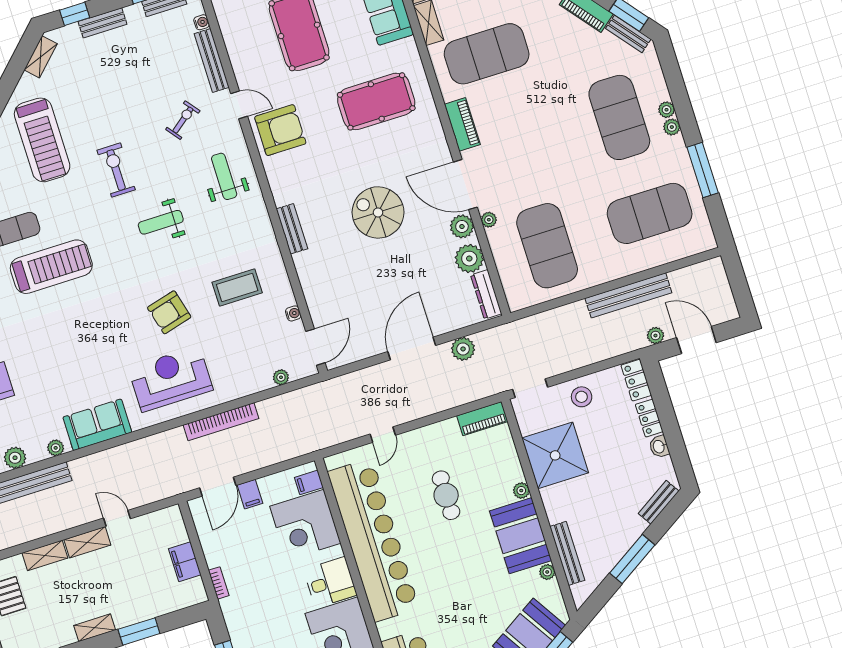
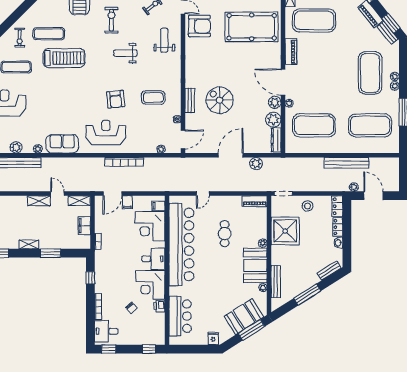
pool table: (376, 101) -> (252, 27), width x1.36, depth x1.32
spiral stairs: (378, 212) -> (220, 100), moved
bench: (292, 229) -> (190, 100), moved
exercise mat: (547, 246) -> (314, 125), turned 90
armchair: (169, 312) -> (116, 99), turned -81
shelving: (45, 555) -> (79, 201), moved

